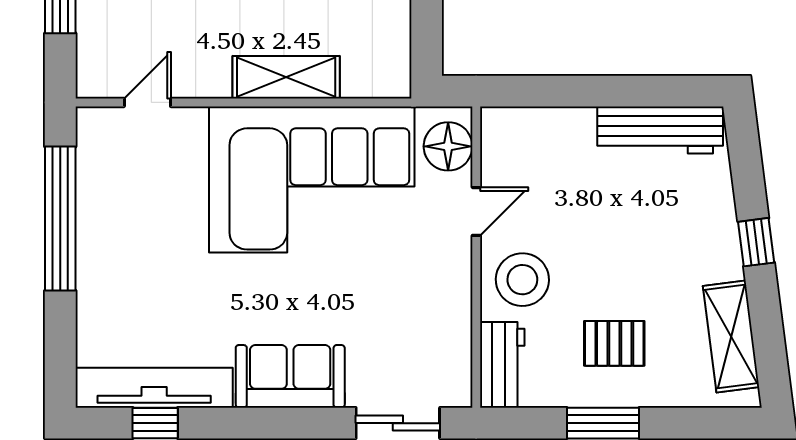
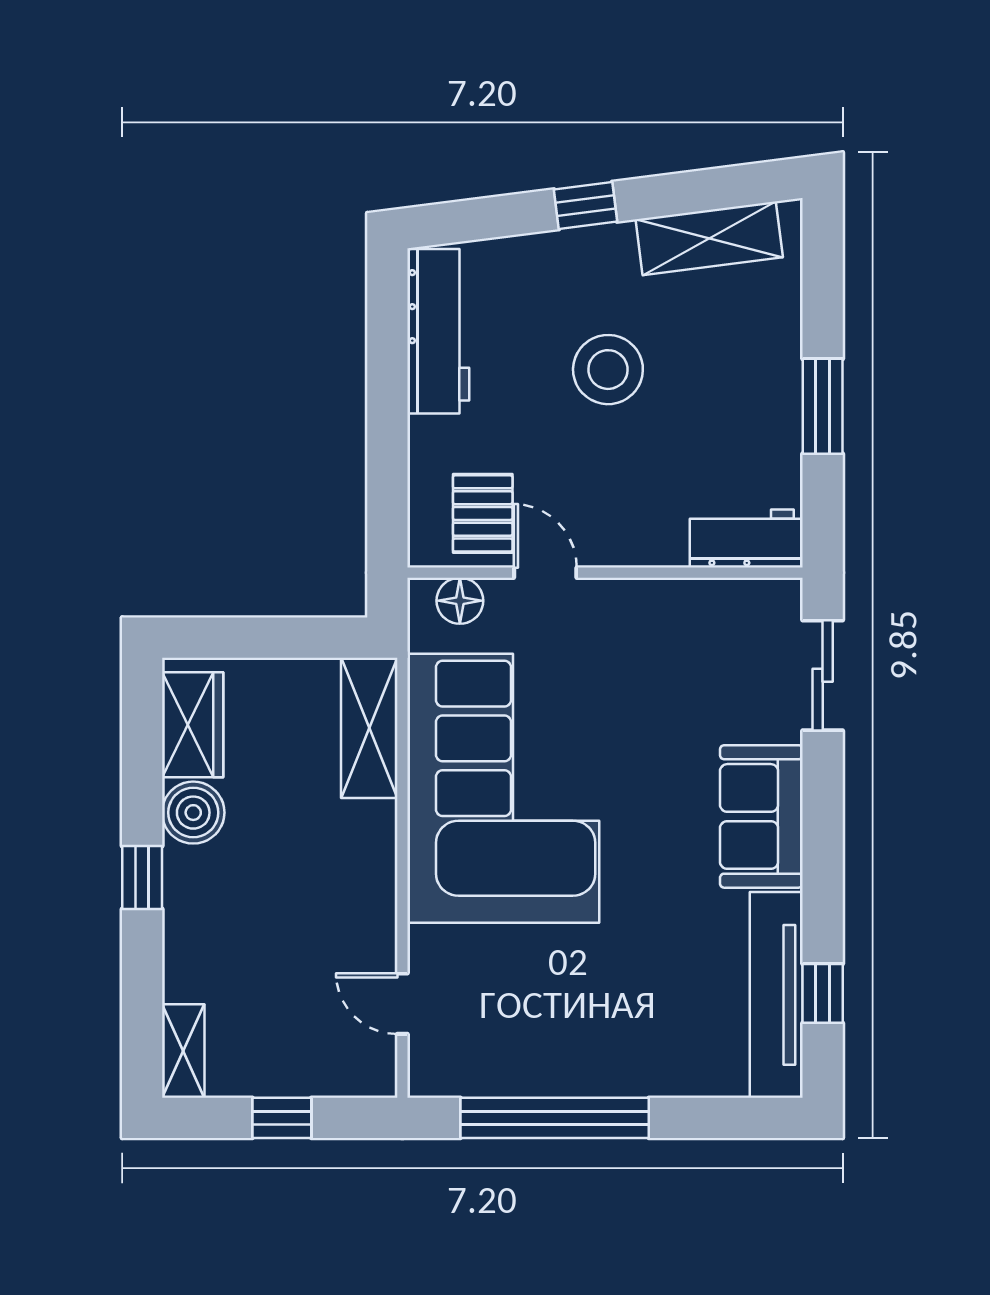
shelving: (286, 77) -> (369, 728), moved
floor lamp: (448, 146) -> (460, 601), width x0.73, depth x0.73
stool: (522, 280) -> (608, 370), moved
pallet: (614, 343) -> (483, 513), moved

